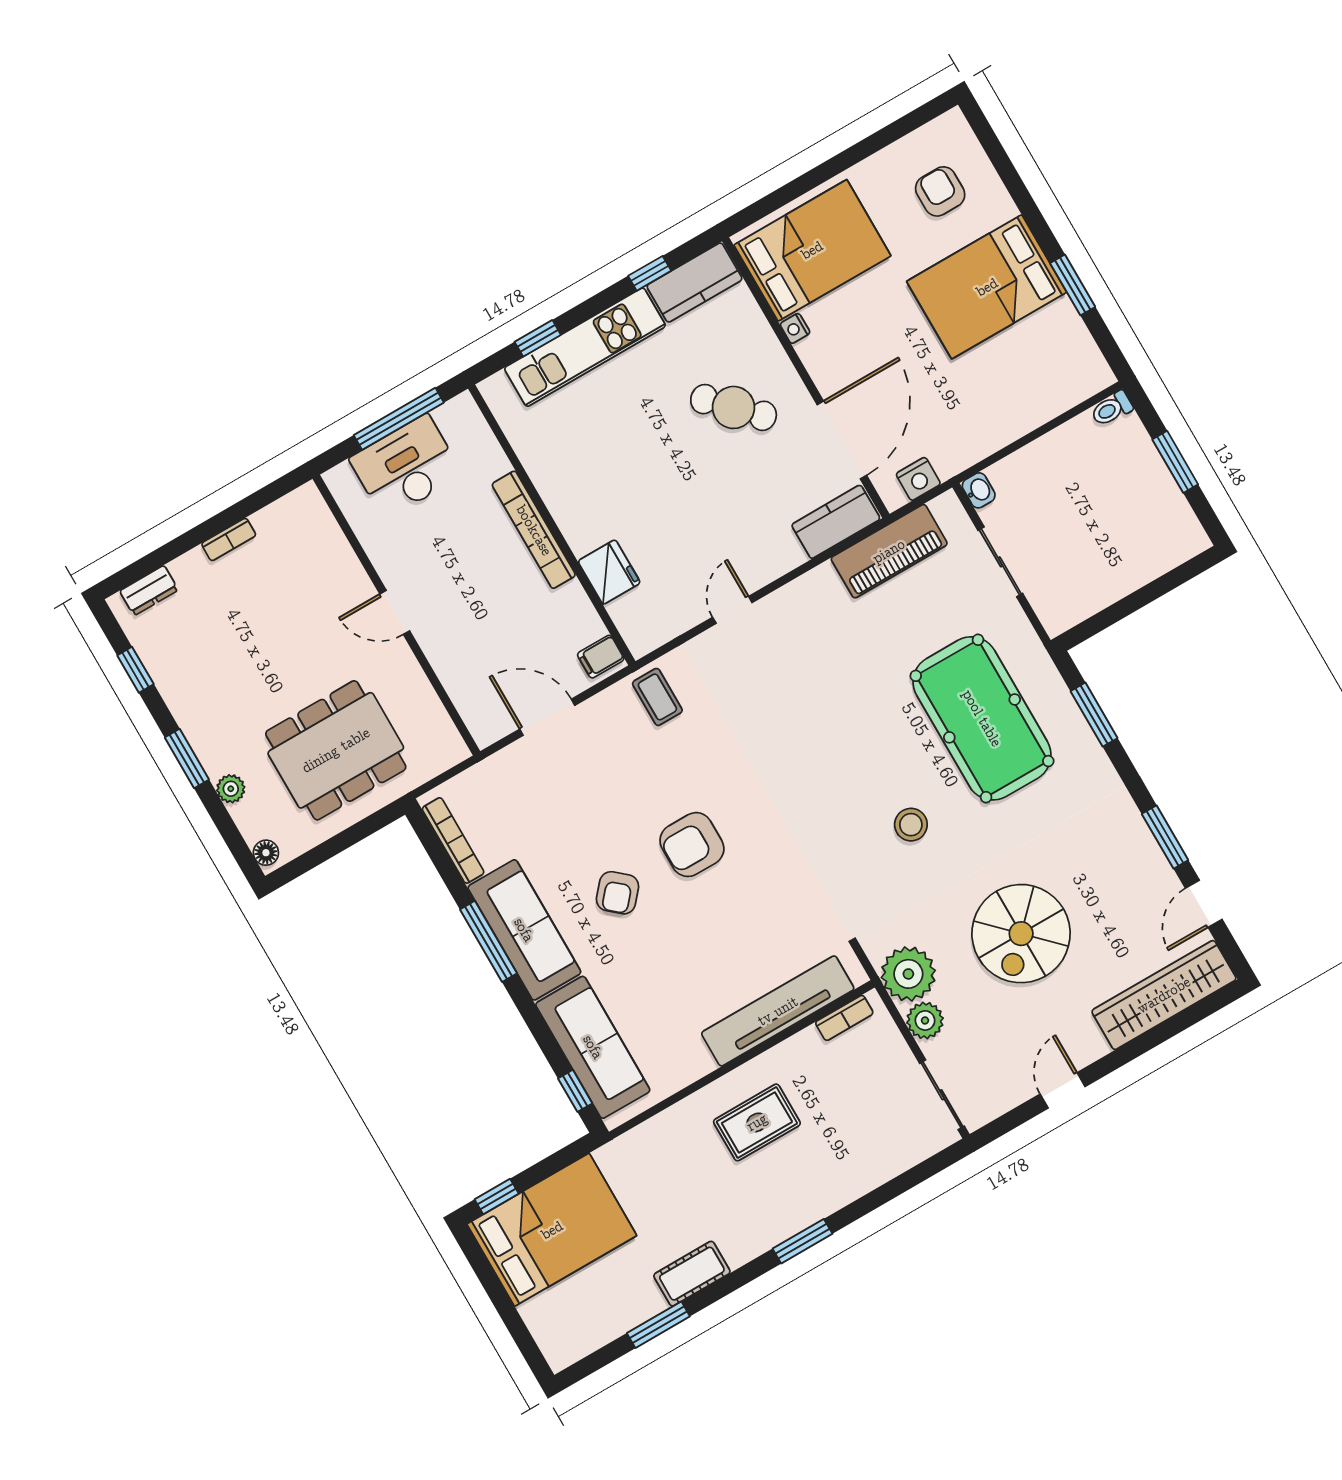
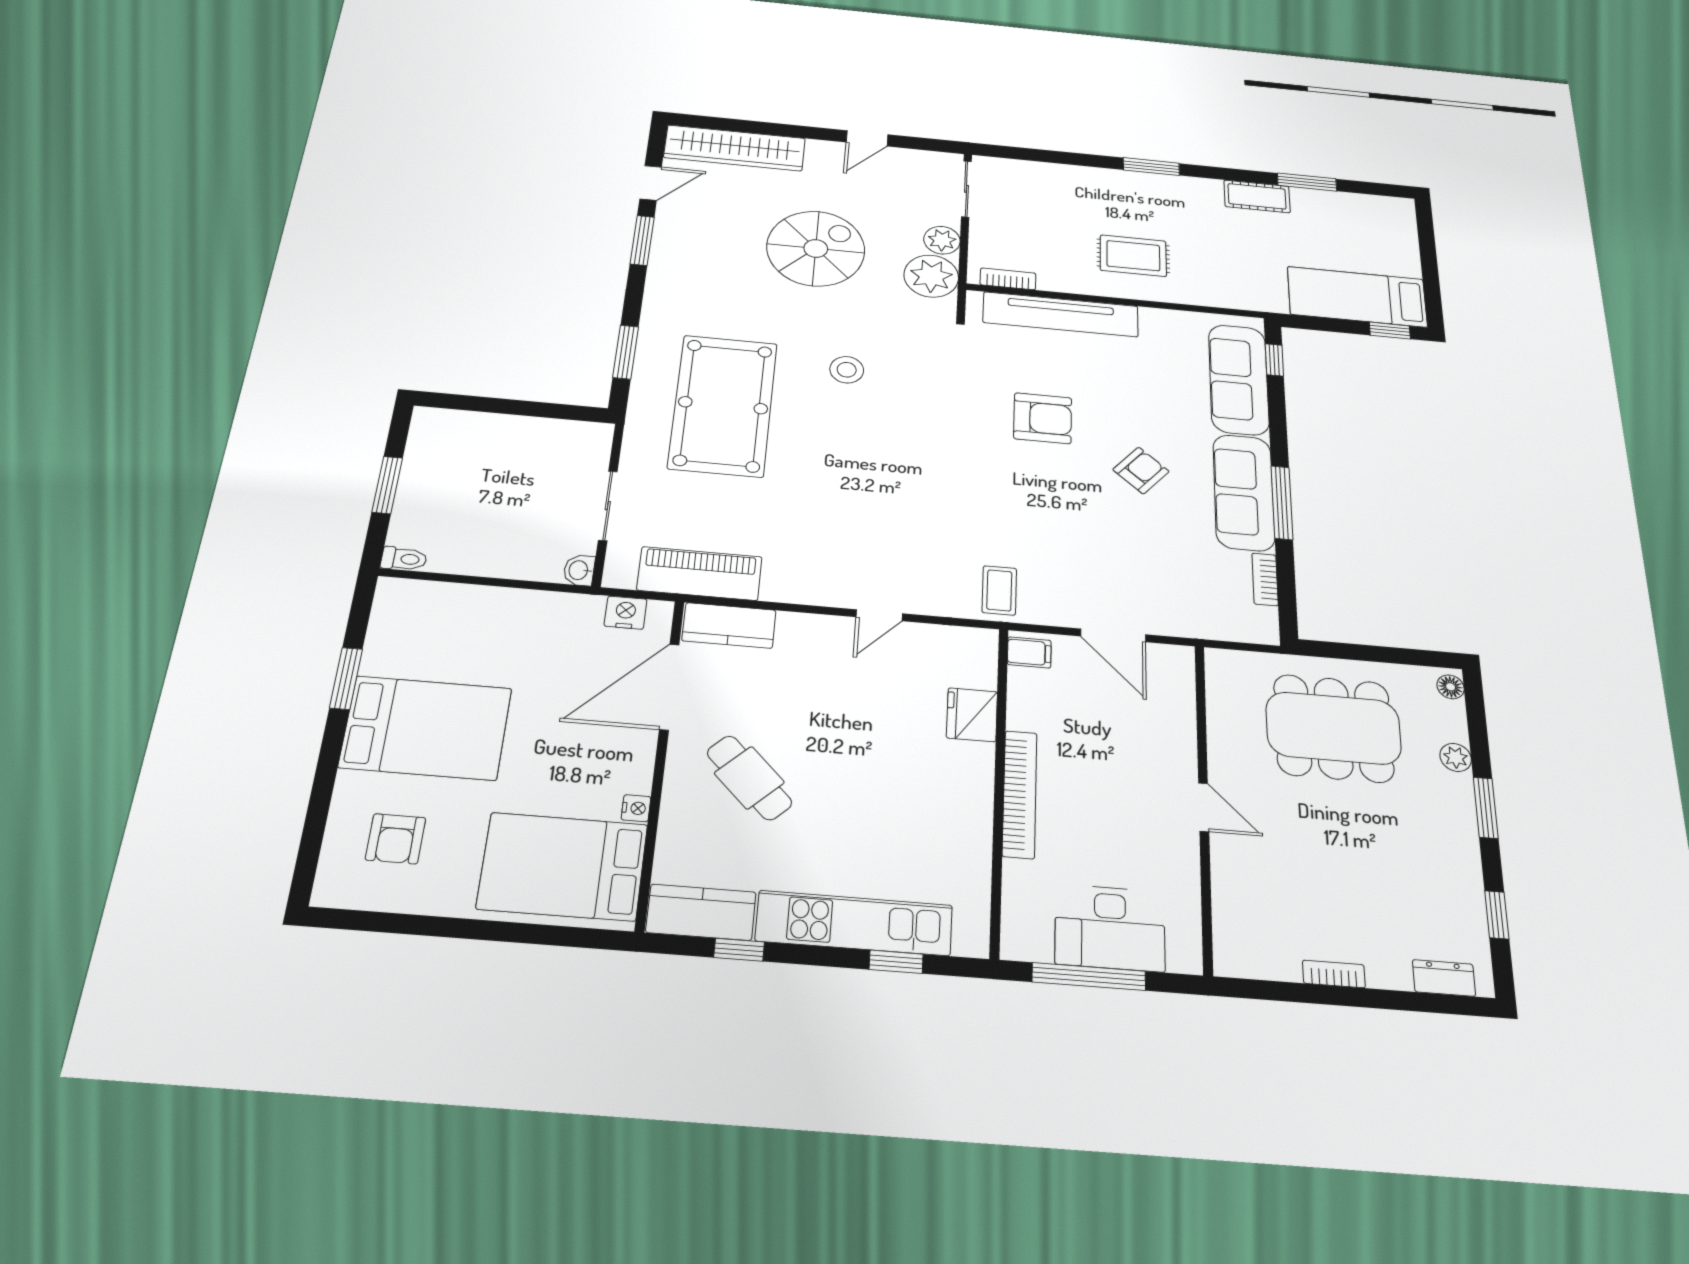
bookcase: (453, 840) -> (1265, 579), width x0.64
armchair: (692, 845) -> (1043, 418), moved
bed: (552, 1230) -> (1357, 297), width x0.67

